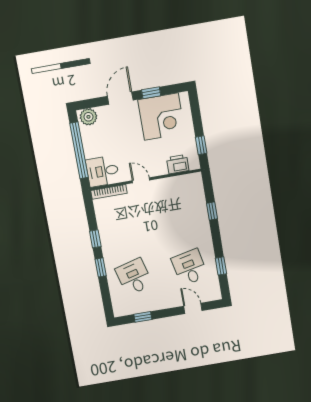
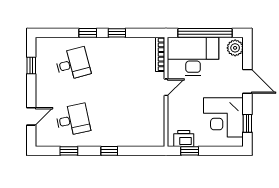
window: (151, 93) -> (247, 123), moved
printer: (178, 164) -> (184, 138), moved, turned -90
desk: (103, 171) -> (193, 56), width x1.87, depth x1.30
window: (212, 211) -> (109, 151), moved

